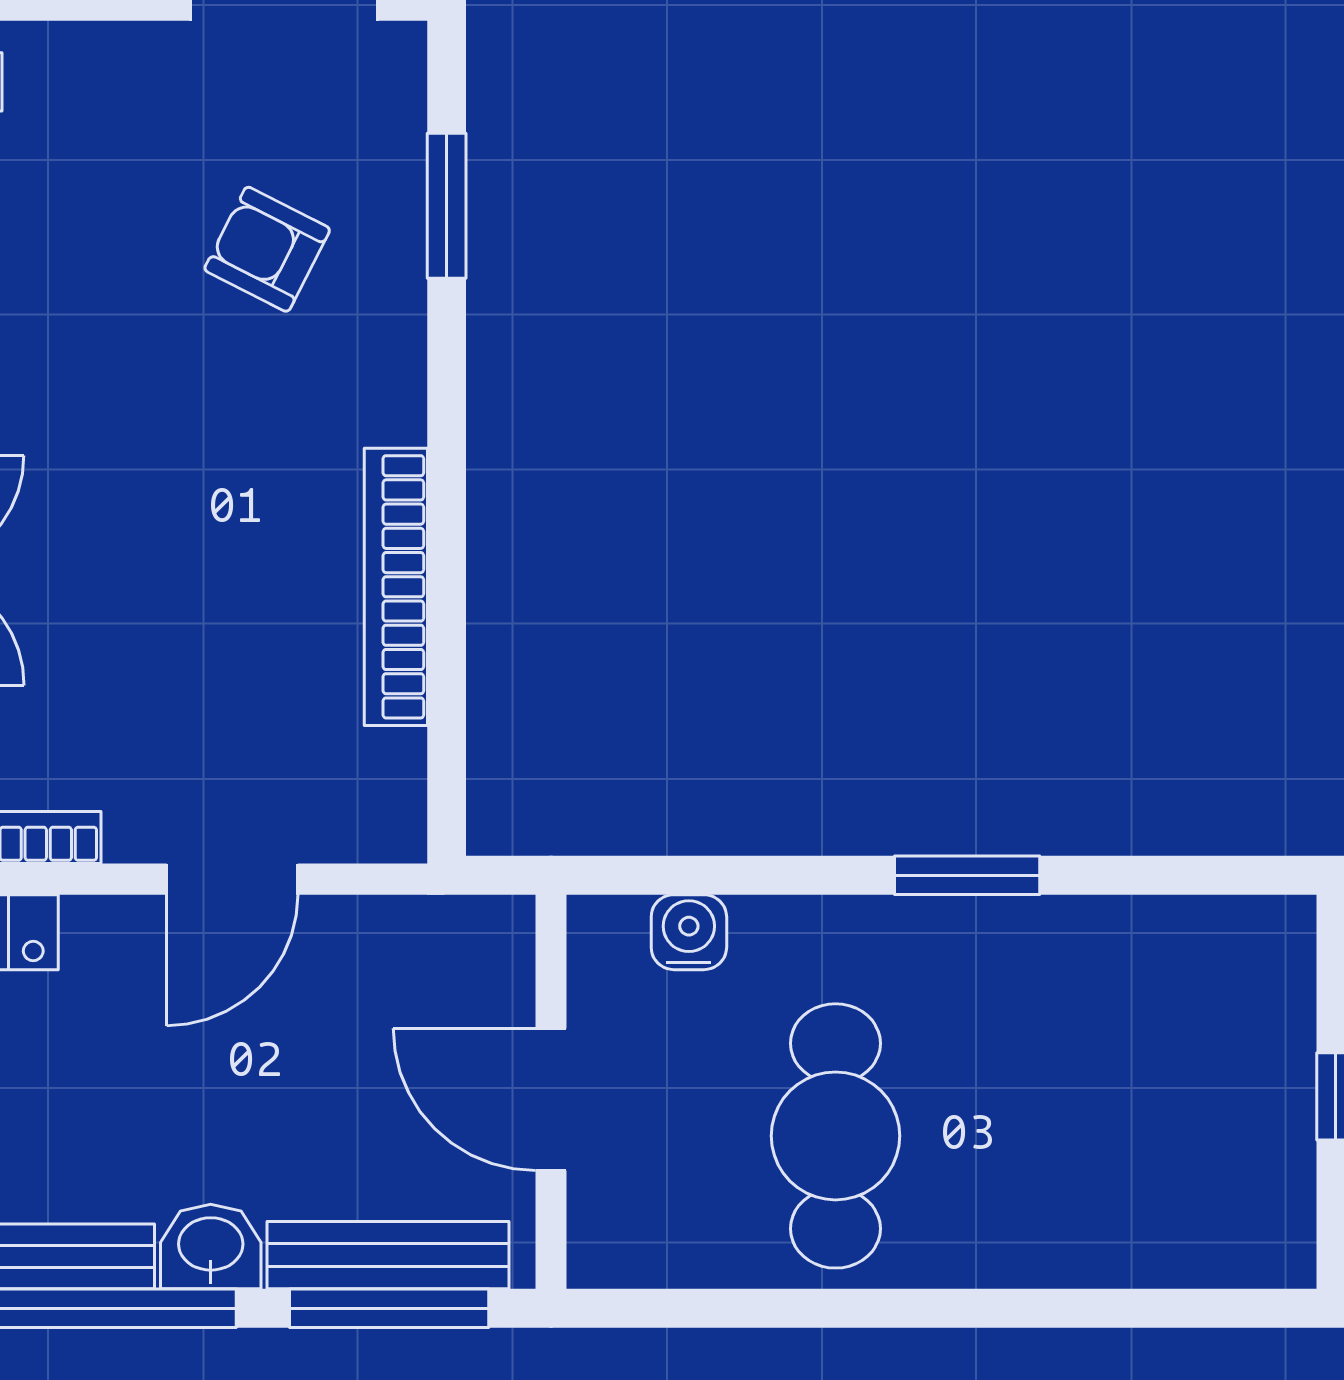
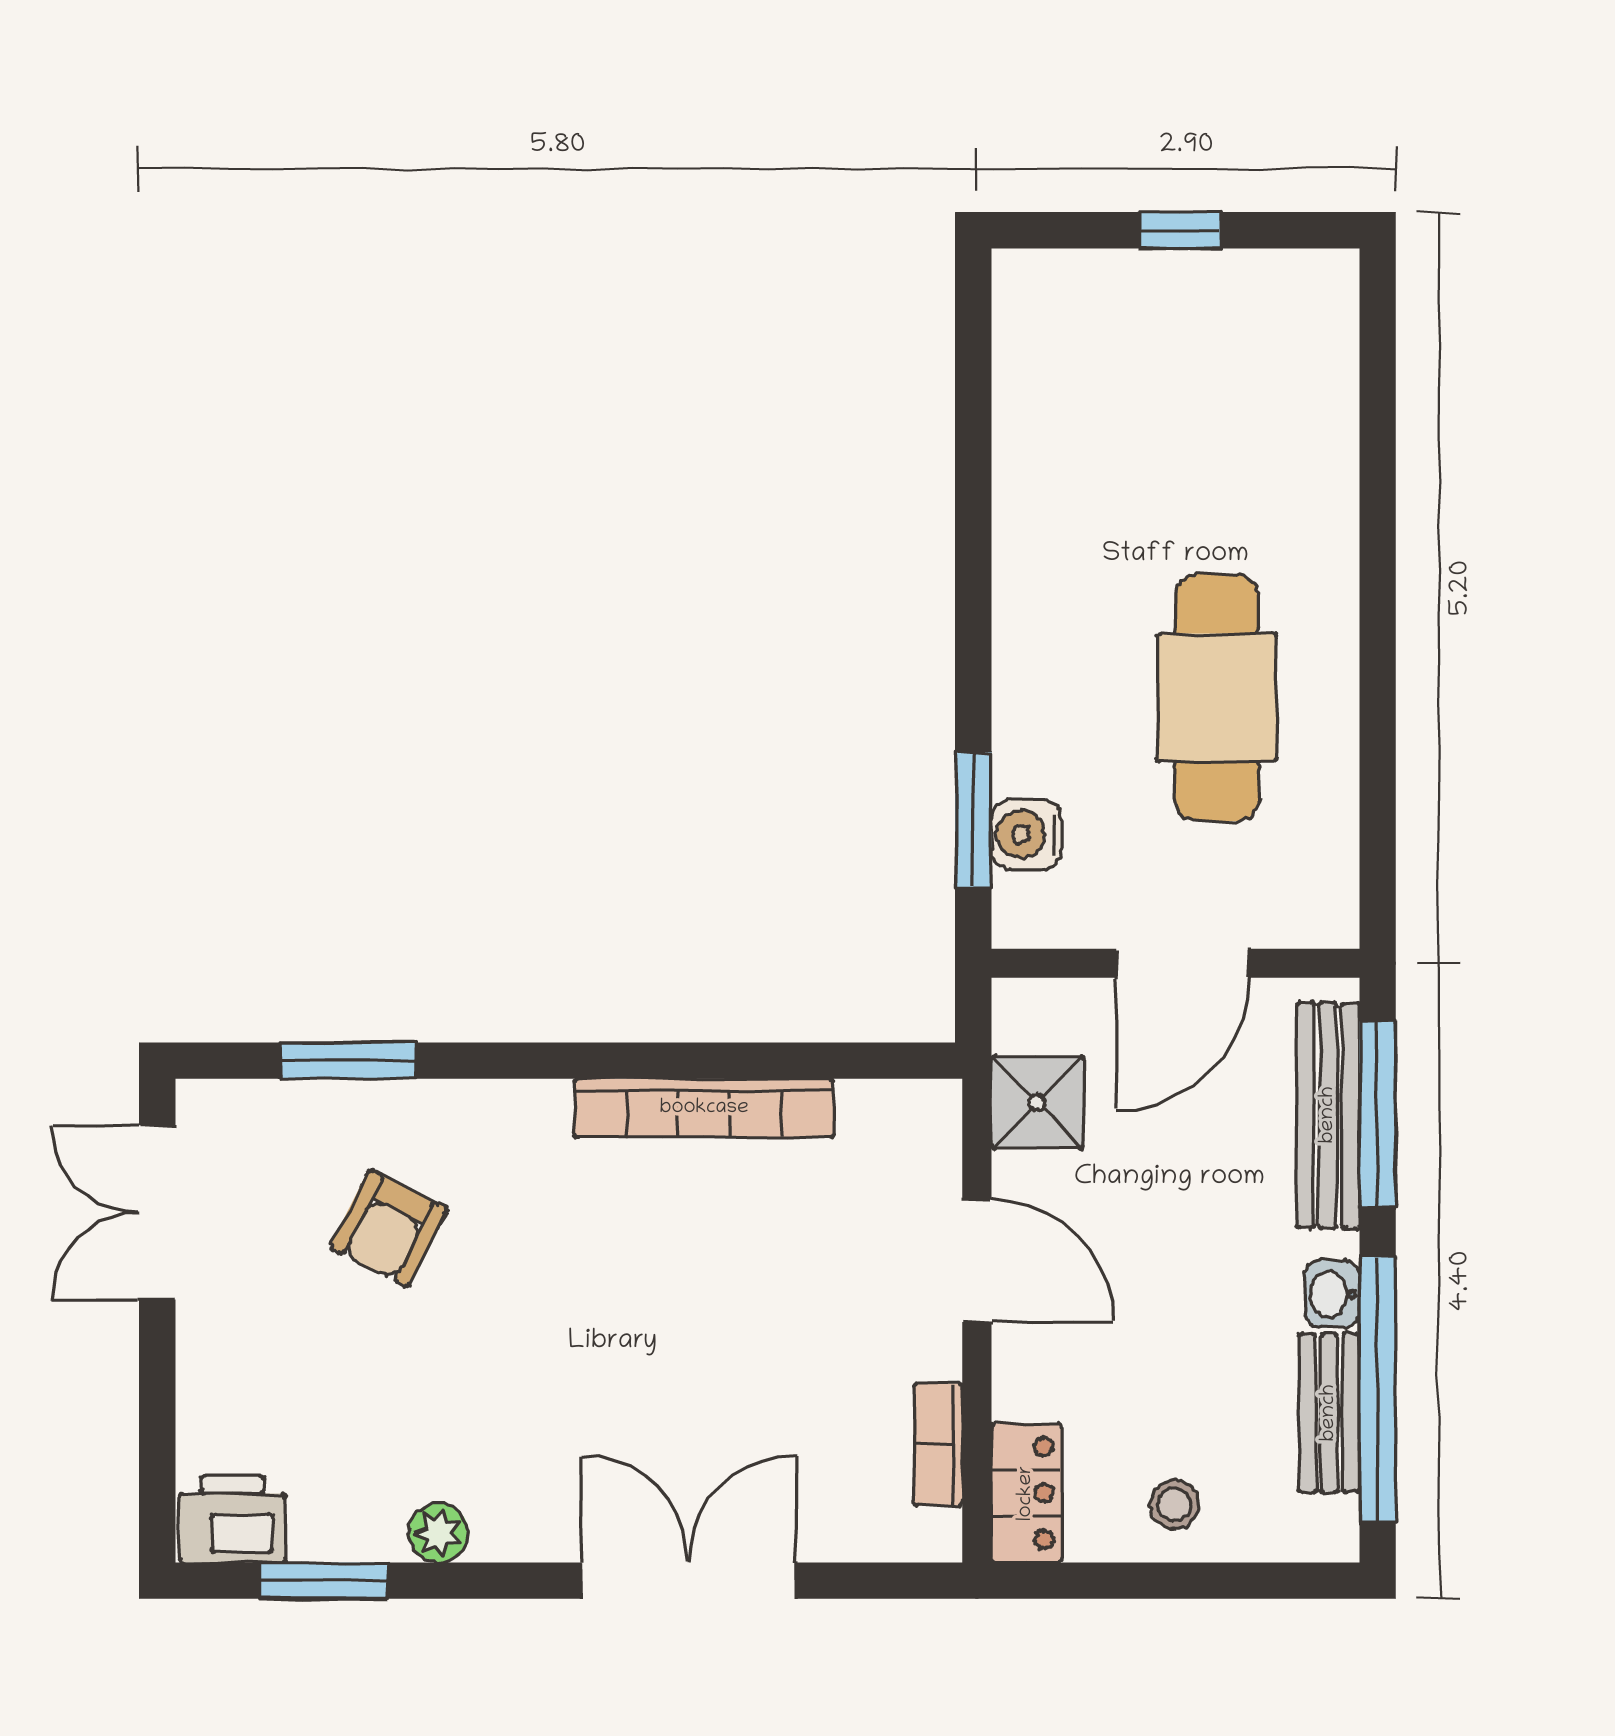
window: (967, 875) -> (973, 820), moved
shower: (402, 944) -> (1037, 1102), added
cafe table: (835, 1136) -> (1217, 698), turned 90
washbasin: (211, 1247) -> (1332, 1294), width x0.72, depth x0.69

